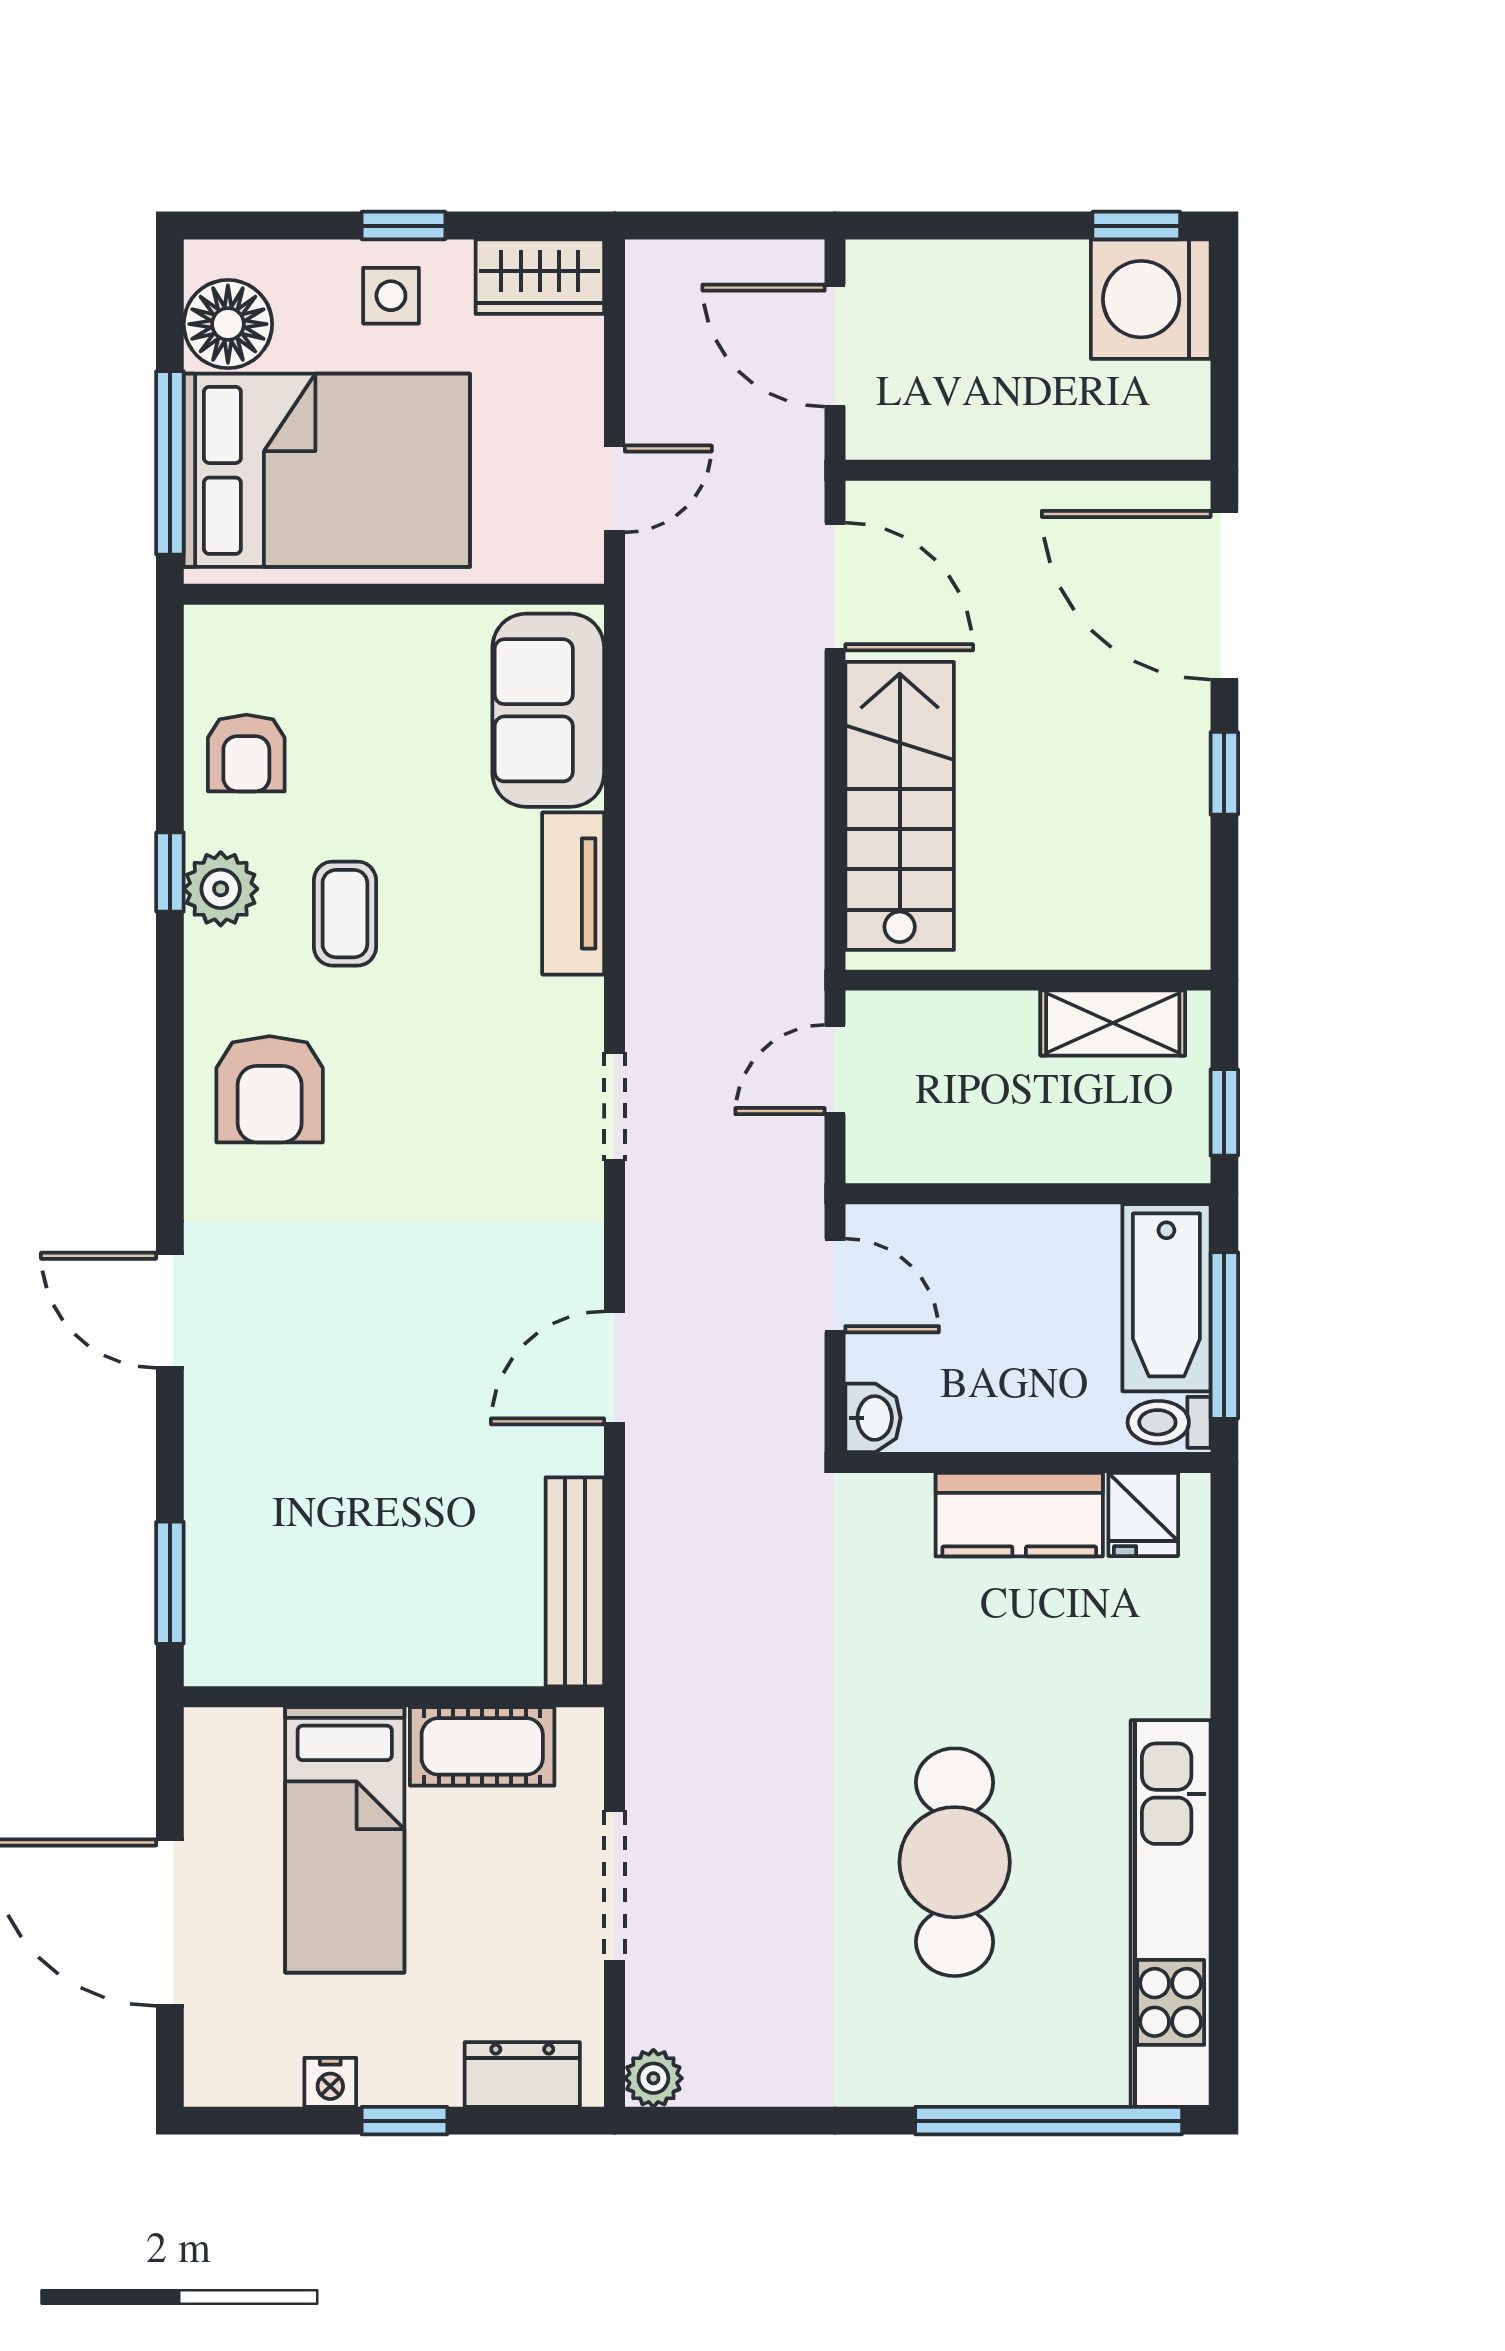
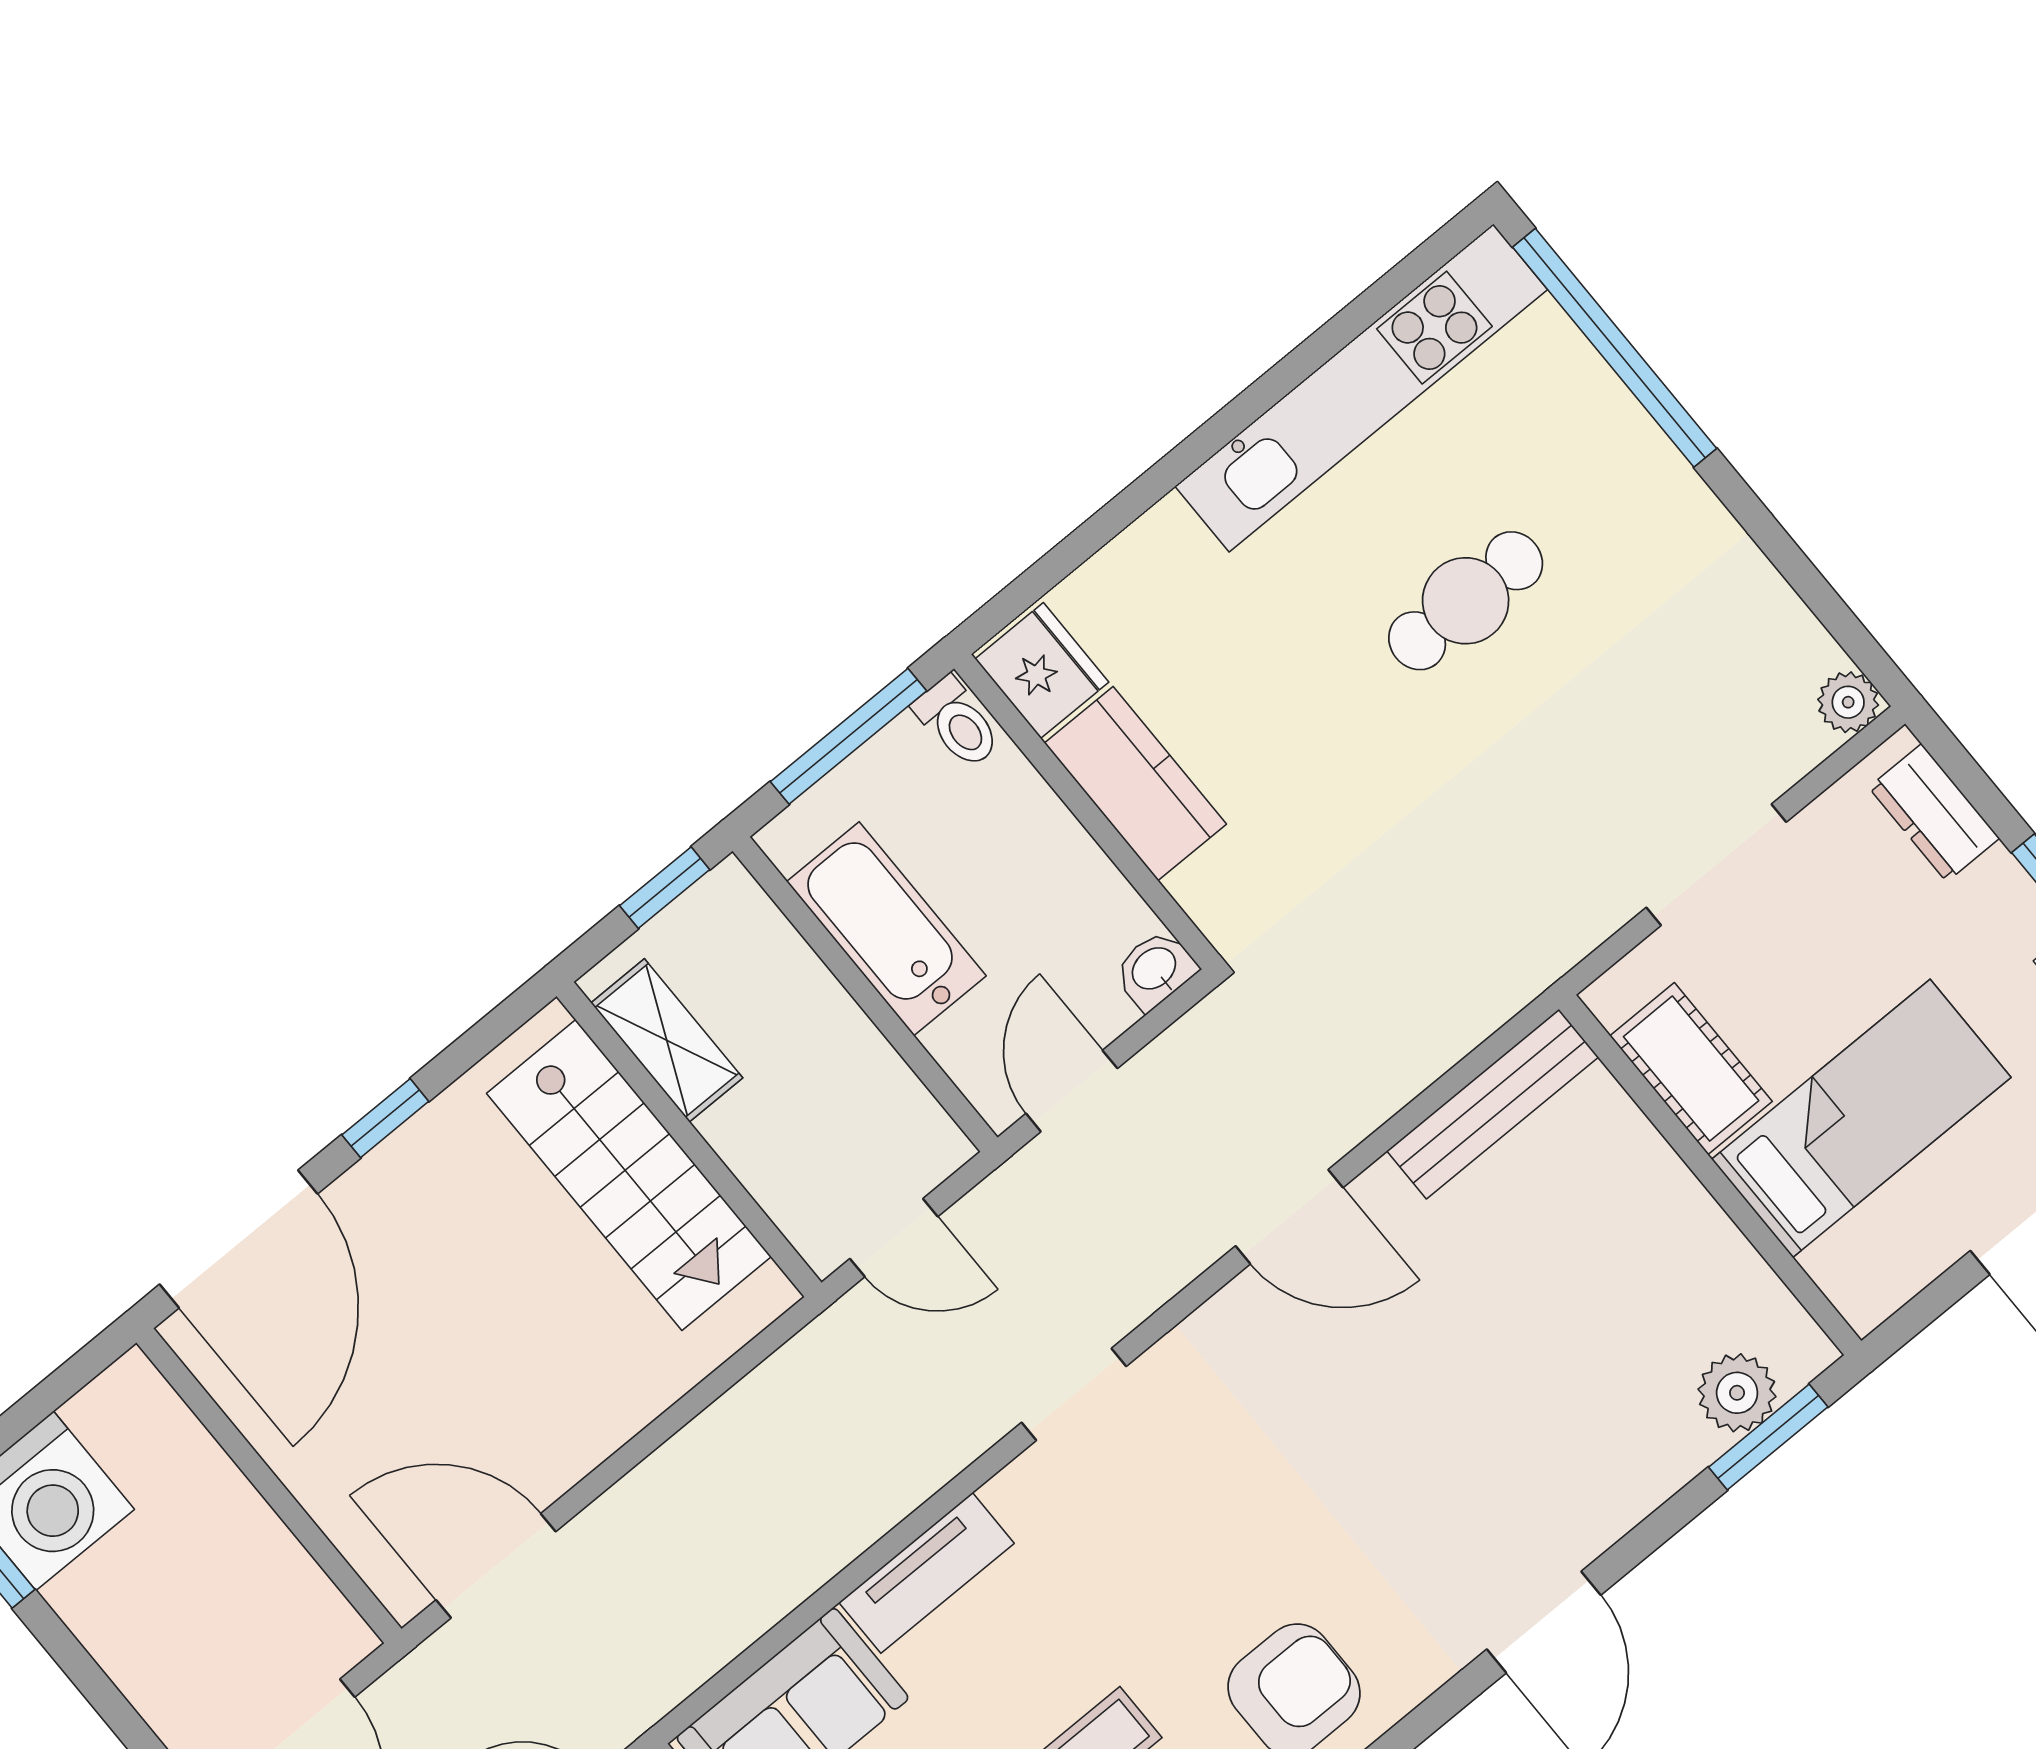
door: (835, 587) -> (496, 1566), hinge flipped
stairs: (900, 806) -> (629, 1175), moved, turned -90
bathtub: (1166, 1298) -> (886, 929), moved, turned -90
fridge: (1143, 1514) -> (1042, 671), width x1.38
plant: (220, 1587) -> (1737, 1393), added
cafe table: (955, 1862) -> (1466, 601), width x0.73, depth x0.74

